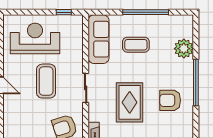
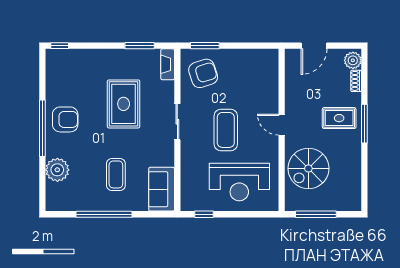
sofa: (99, 39) -> (162, 189), width x0.73
coffee table: (136, 45) -> (116, 174), turned 90
armchair: (170, 100) -> (65, 119), moved

